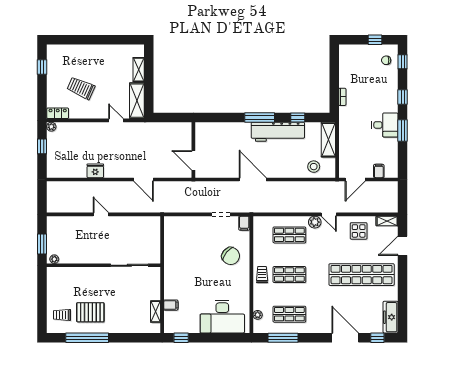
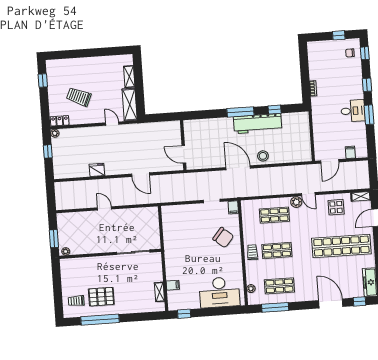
shelving: (328, 140) -> (303, 127), removed
stool: (314, 167) -> (263, 156), moved

